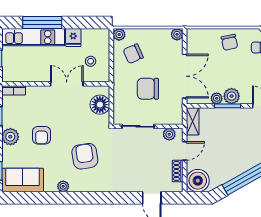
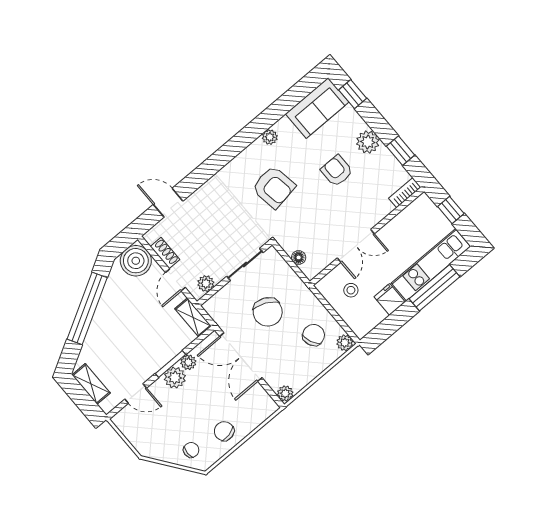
chair: (148, 89) -> (268, 312), turned 115
floor lamp: (100, 105) -> (299, 257), width x0.53, depth x0.53

